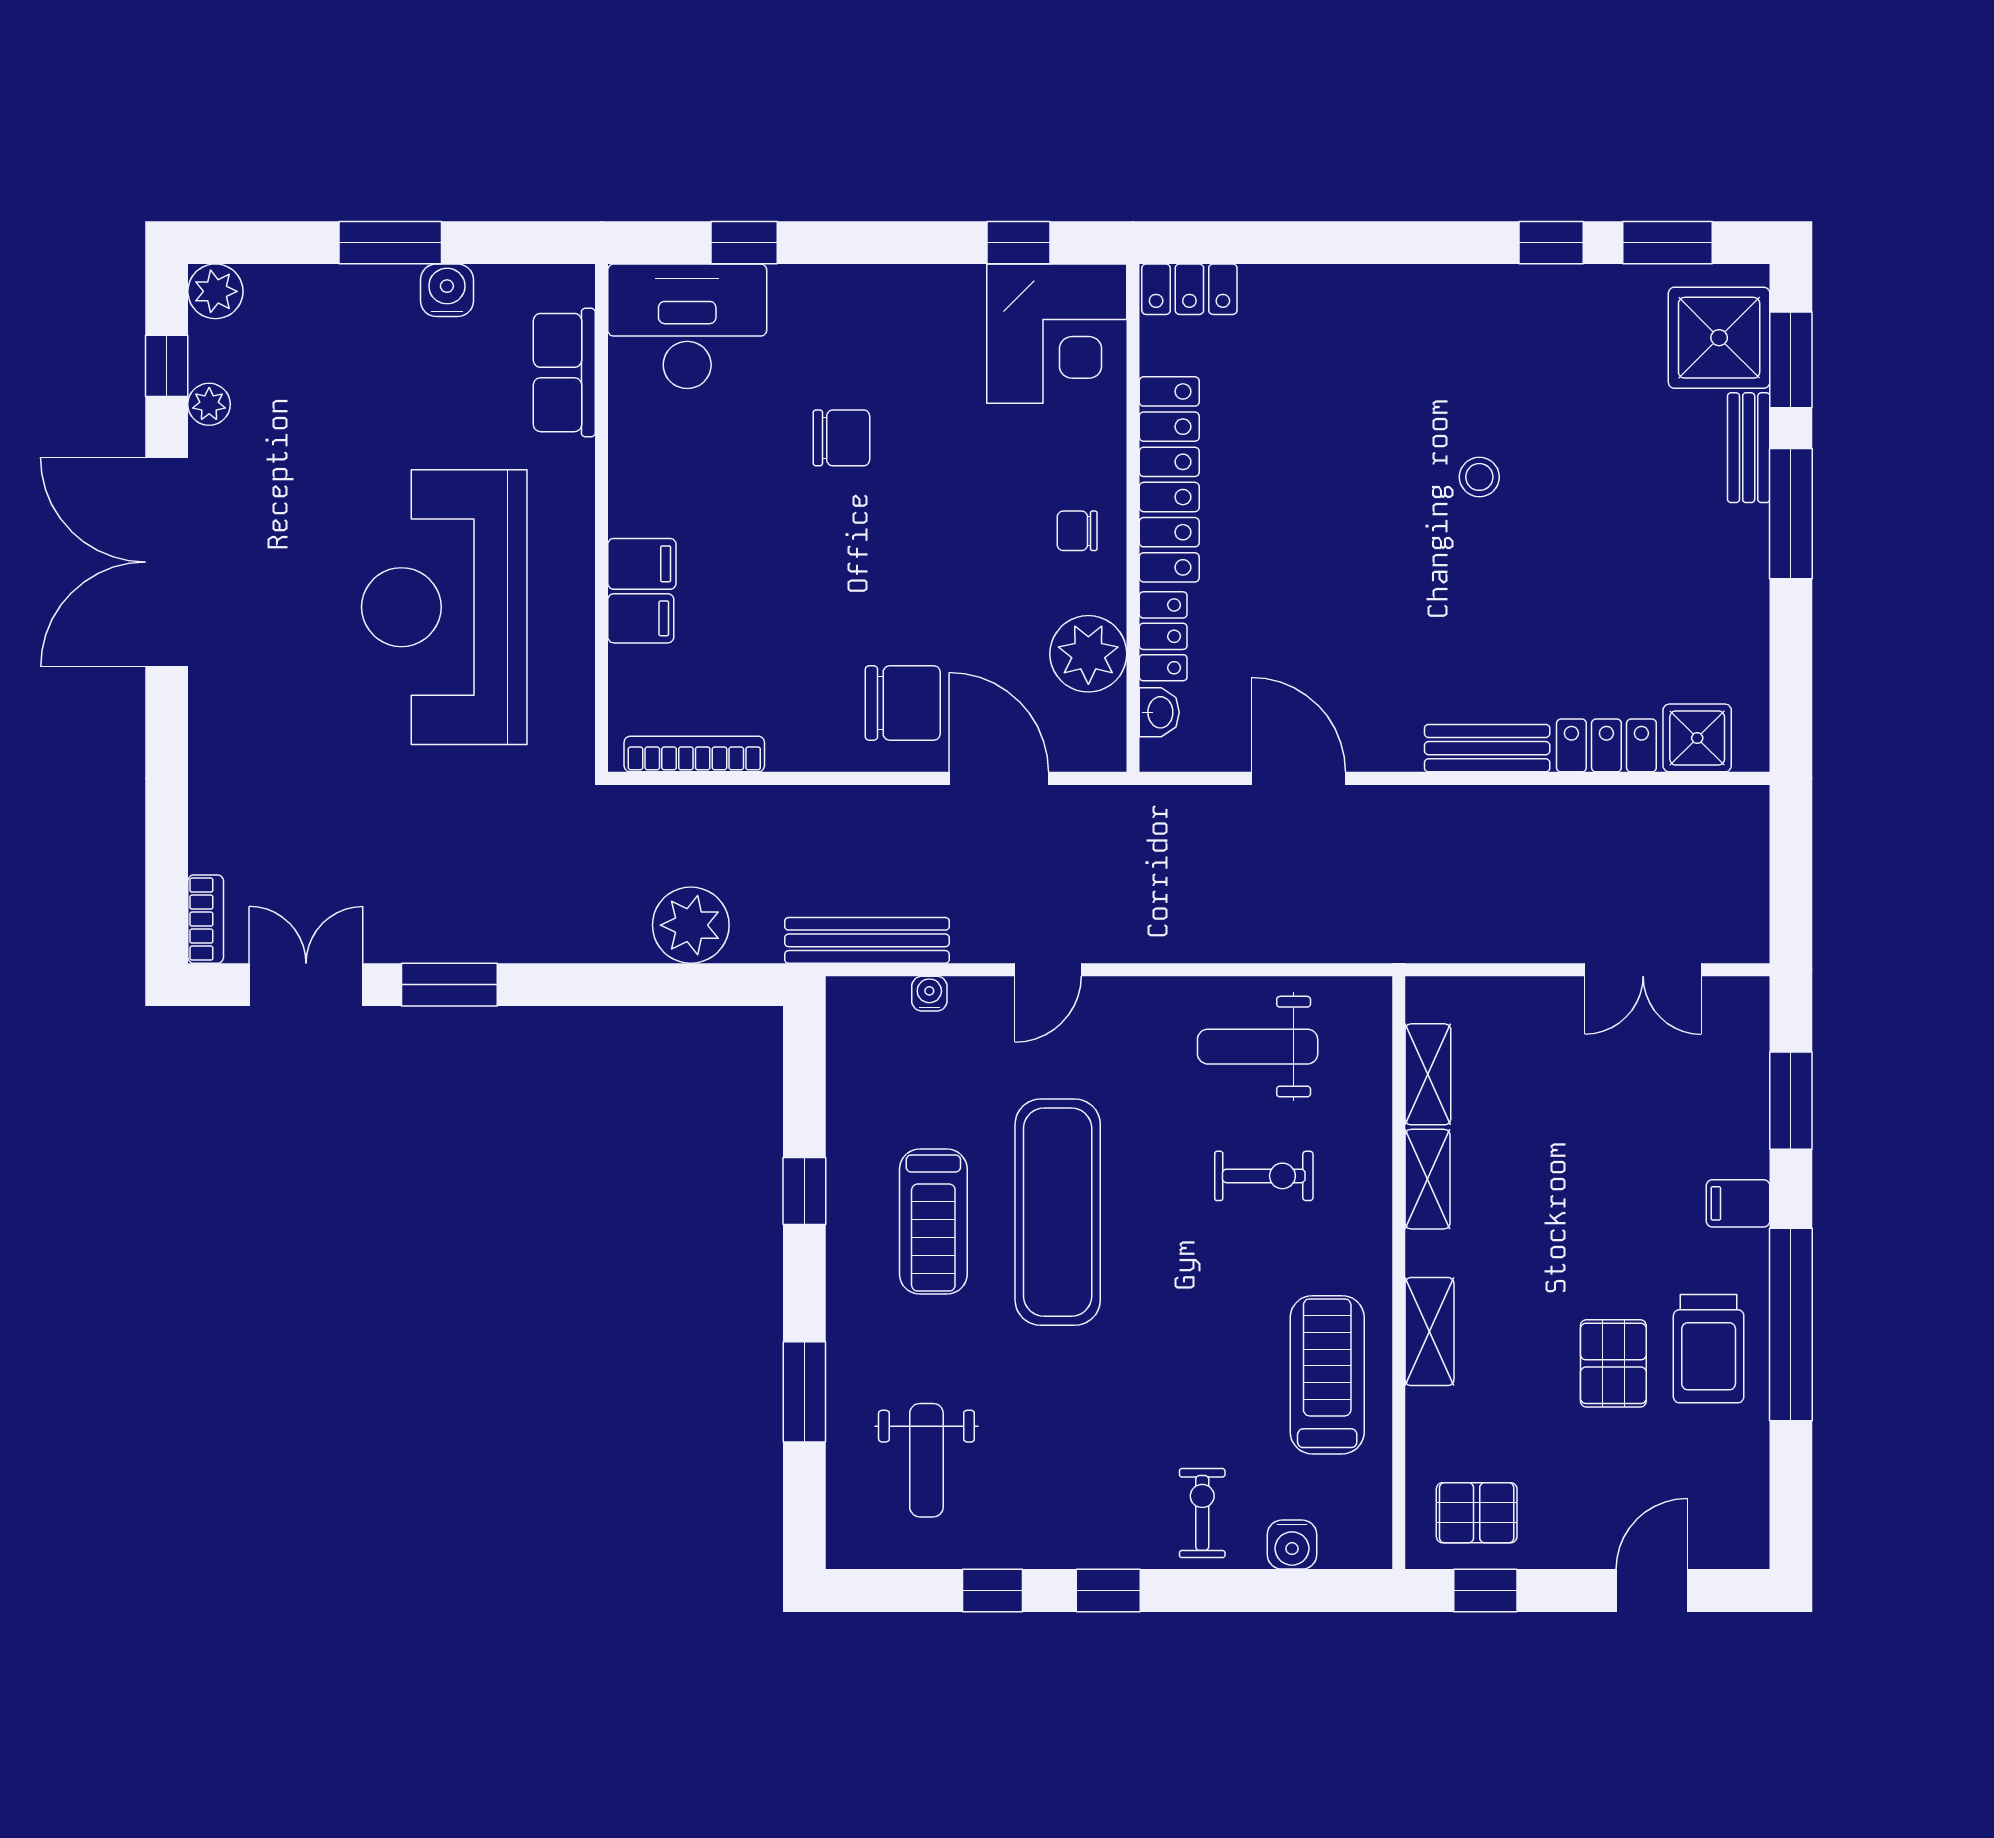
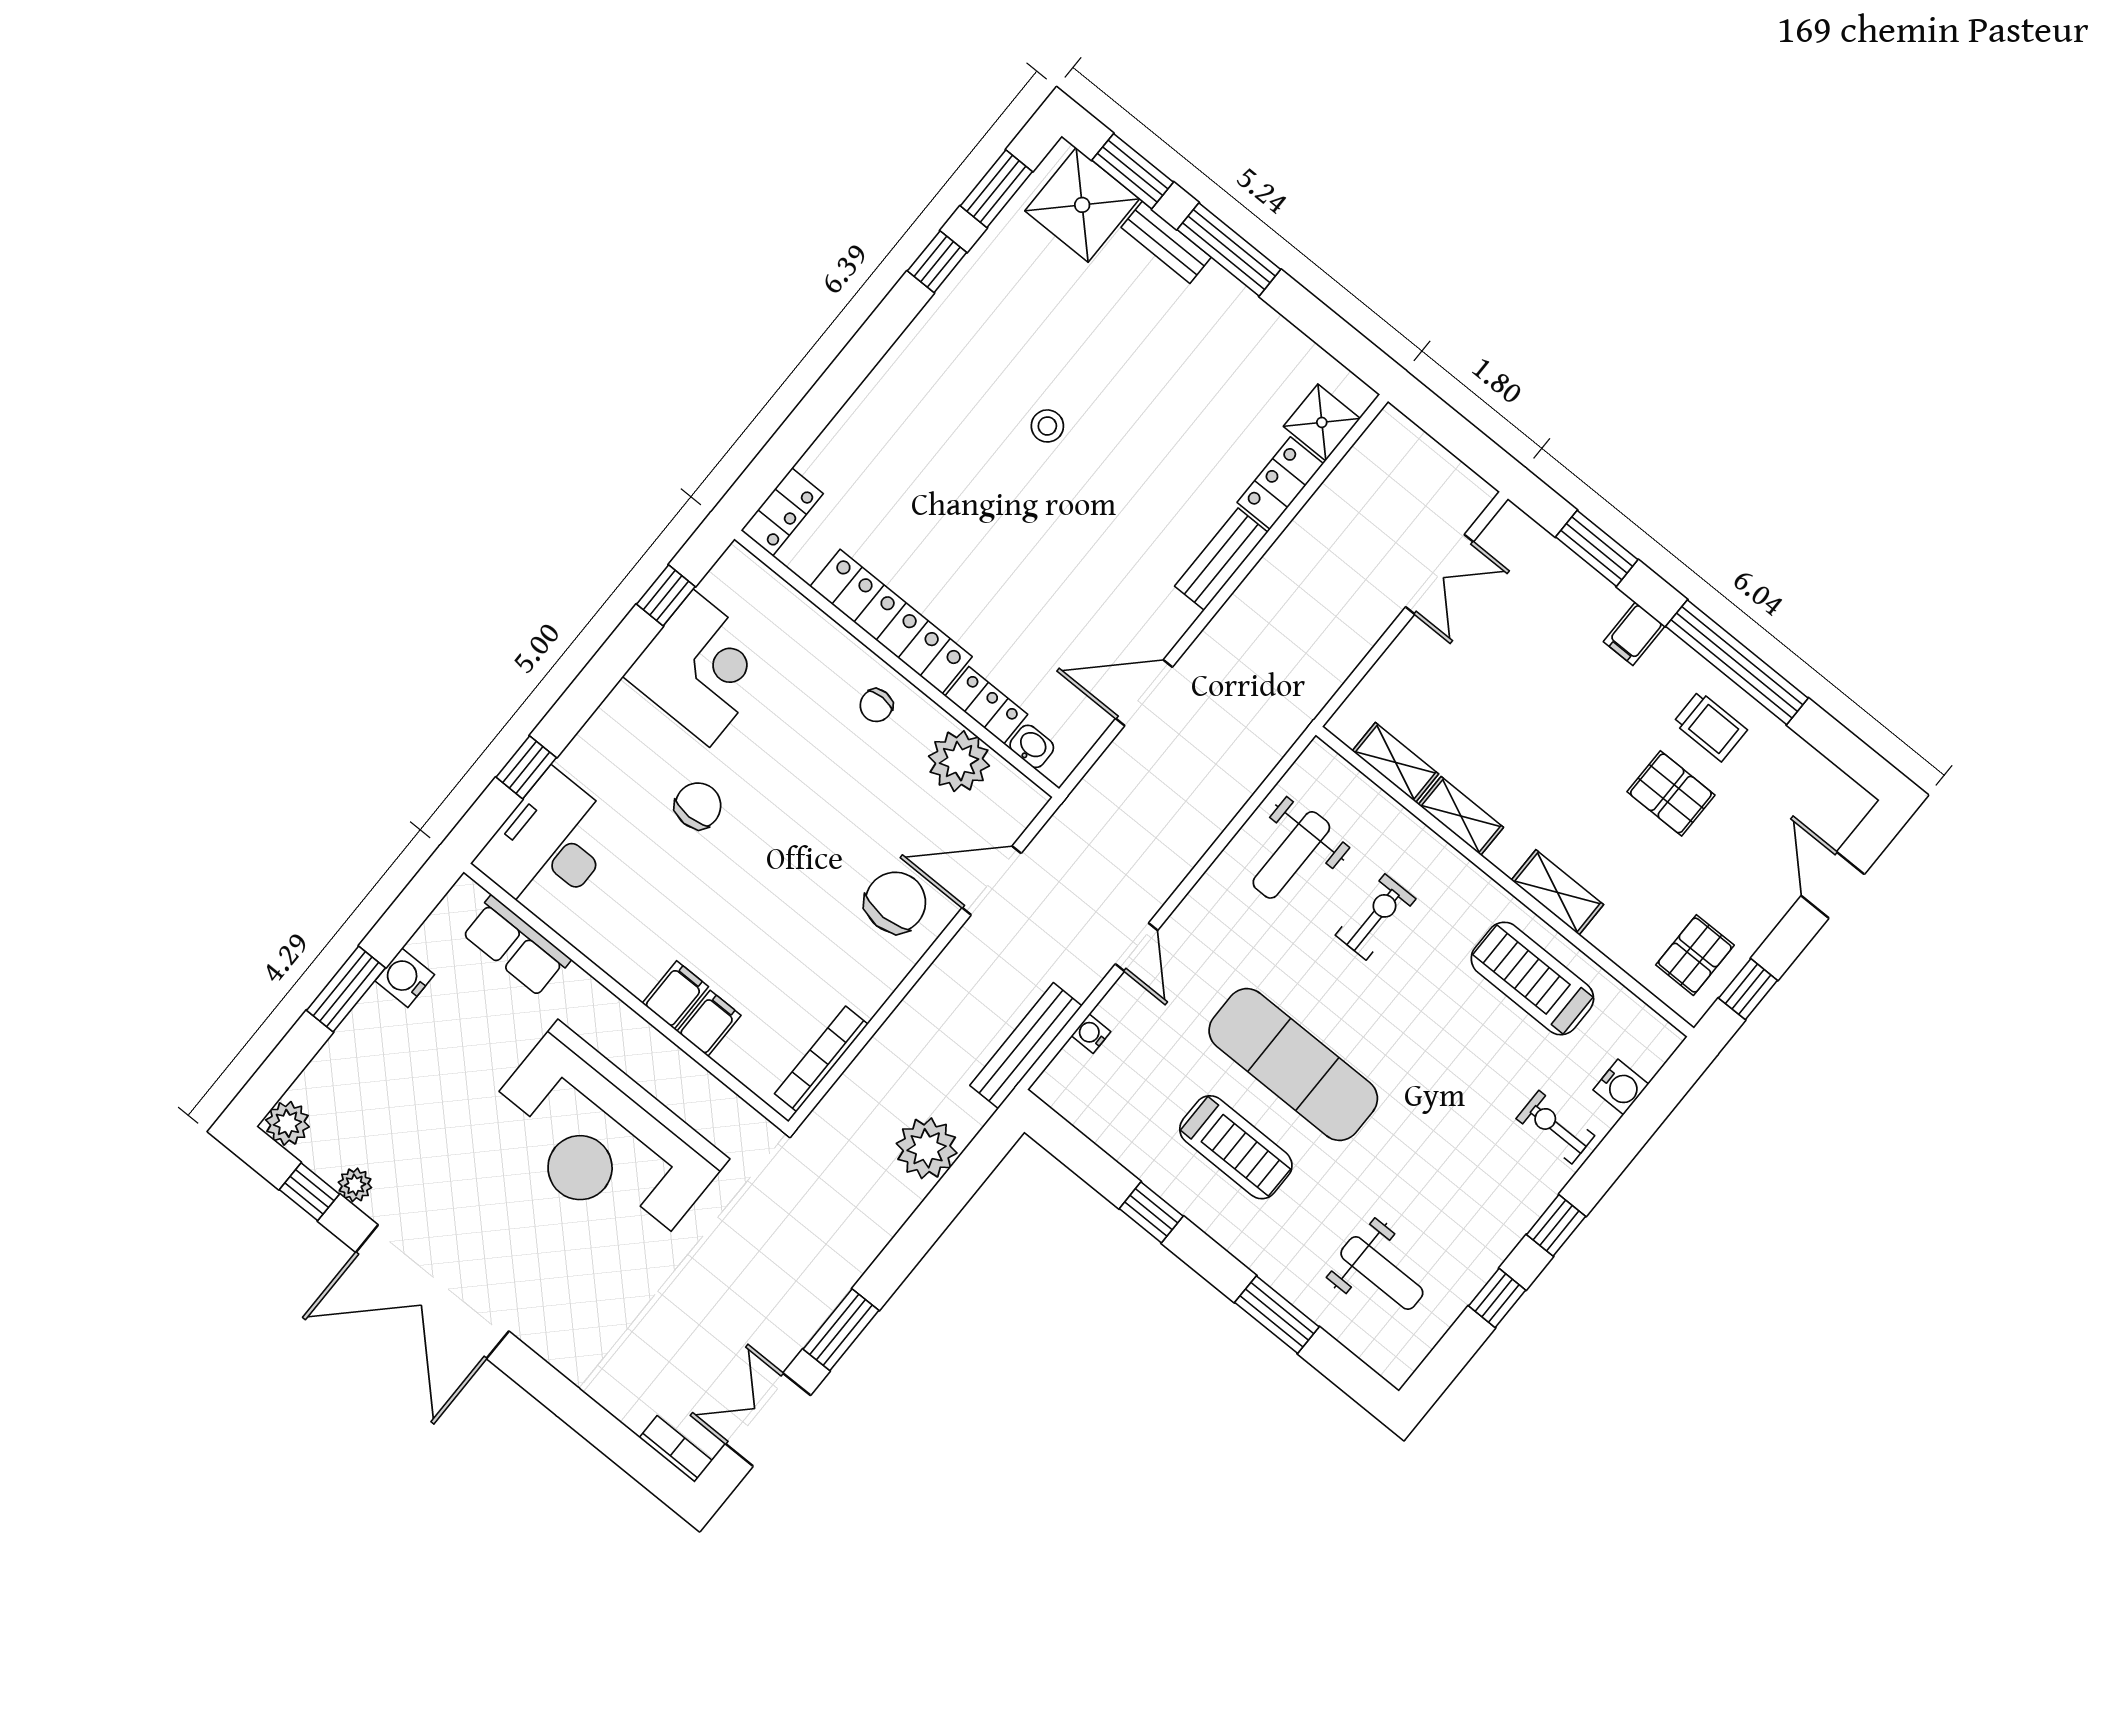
corner desk: (1057, 334) -> (701, 668), moved
trolley: (1709, 1349) -> (1710, 726), width x0.73, depth x0.72

